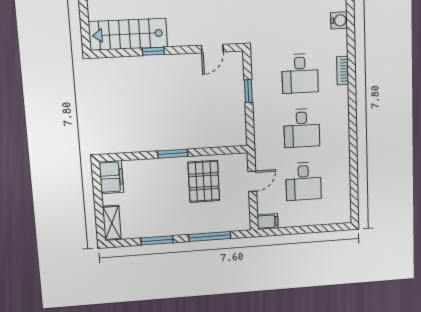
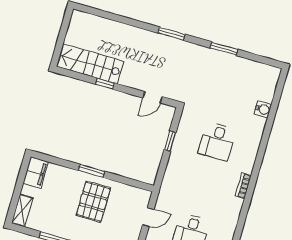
bookcase: (343, 71) -> (243, 186), moved
desk: (302, 128) -> (204, 187), removed
pallet: (204, 181) -> (93, 202), moved

